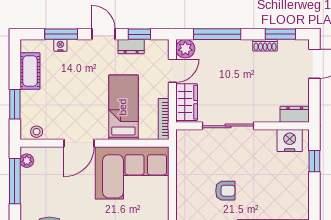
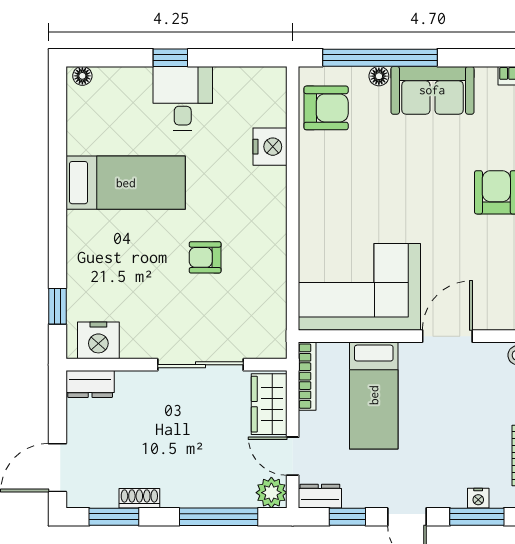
dresser: (131, 47) -> (320, 496), moved
door: (172, 71) -> (293, 456), hinge flipped

